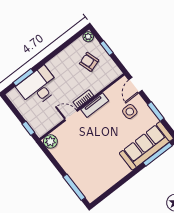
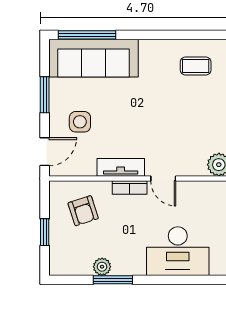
plant: (88, 37) -> (102, 267), moved
armchair: (89, 62) -> (83, 211), moved
window: (23, 77) -> (113, 280), moved
coffee table: (96, 179) -> (196, 66), added

